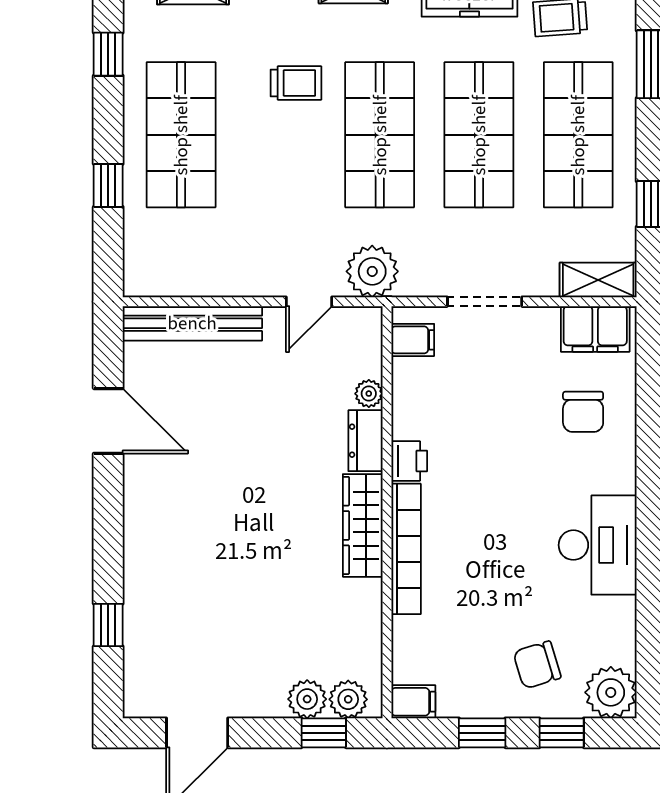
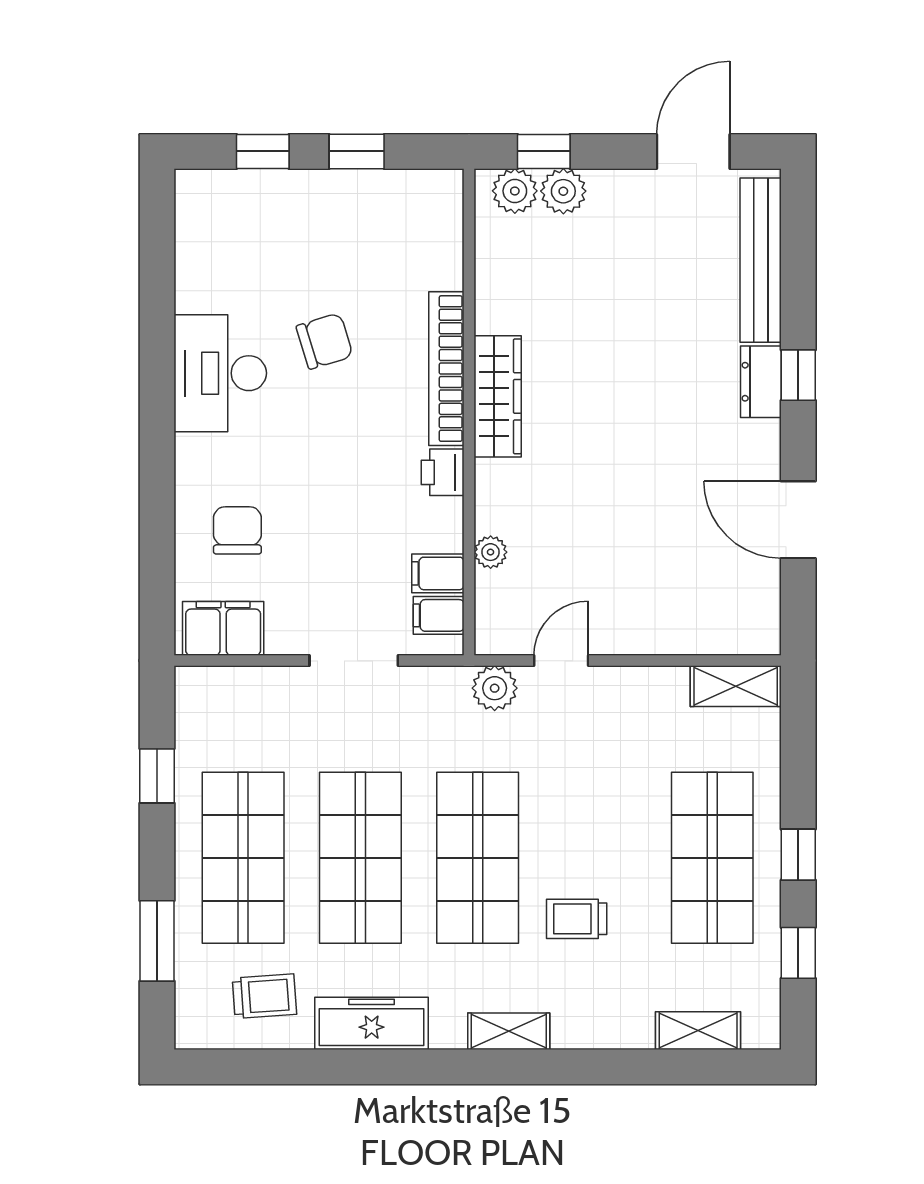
window: (108, 185) -> (798, 855), moved
plant: (372, 271) -> (495, 688), width x0.73, depth x0.73
shelving: (598, 280) -> (736, 686), moved
bench: (192, 323) -> (761, 260), moved, turned 90
dresser: (365, 441) -> (761, 382), moved, turned 180
window: (108, 625) -> (798, 375), moved
chair: (537, 665) -> (325, 341), moved
plant: (611, 692) -> (205, 199), removed
filing cabinet: (413, 702) -> (438, 573), moved

